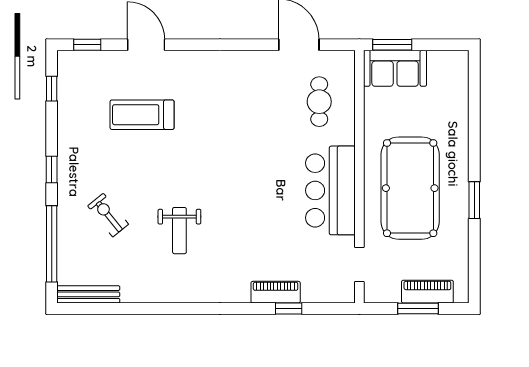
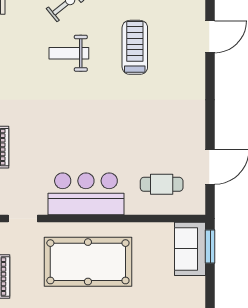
treadmill: (142, 115) -> (135, 47), moved
weight bench: (179, 231) -> (69, 53), moved

